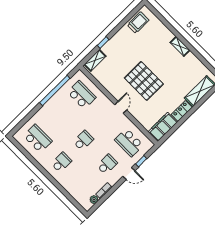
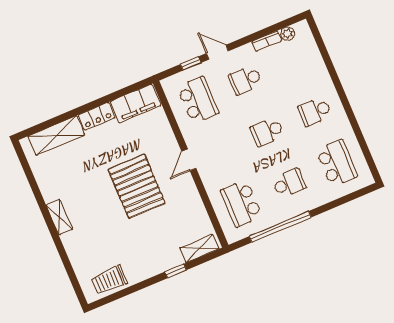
school desk: (60, 117) -> (289, 183), added
school desk: (38, 138) -> (337, 163), turned 180

